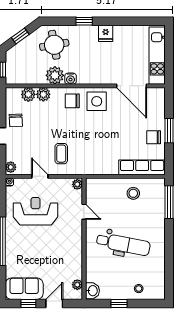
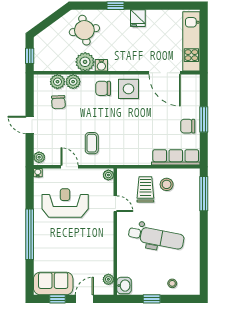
window: (20, 36) -> (49, 21), removed
chair: (16, 120) -> (58, 102), moved
trolley: (113, 198) -> (145, 189), added

